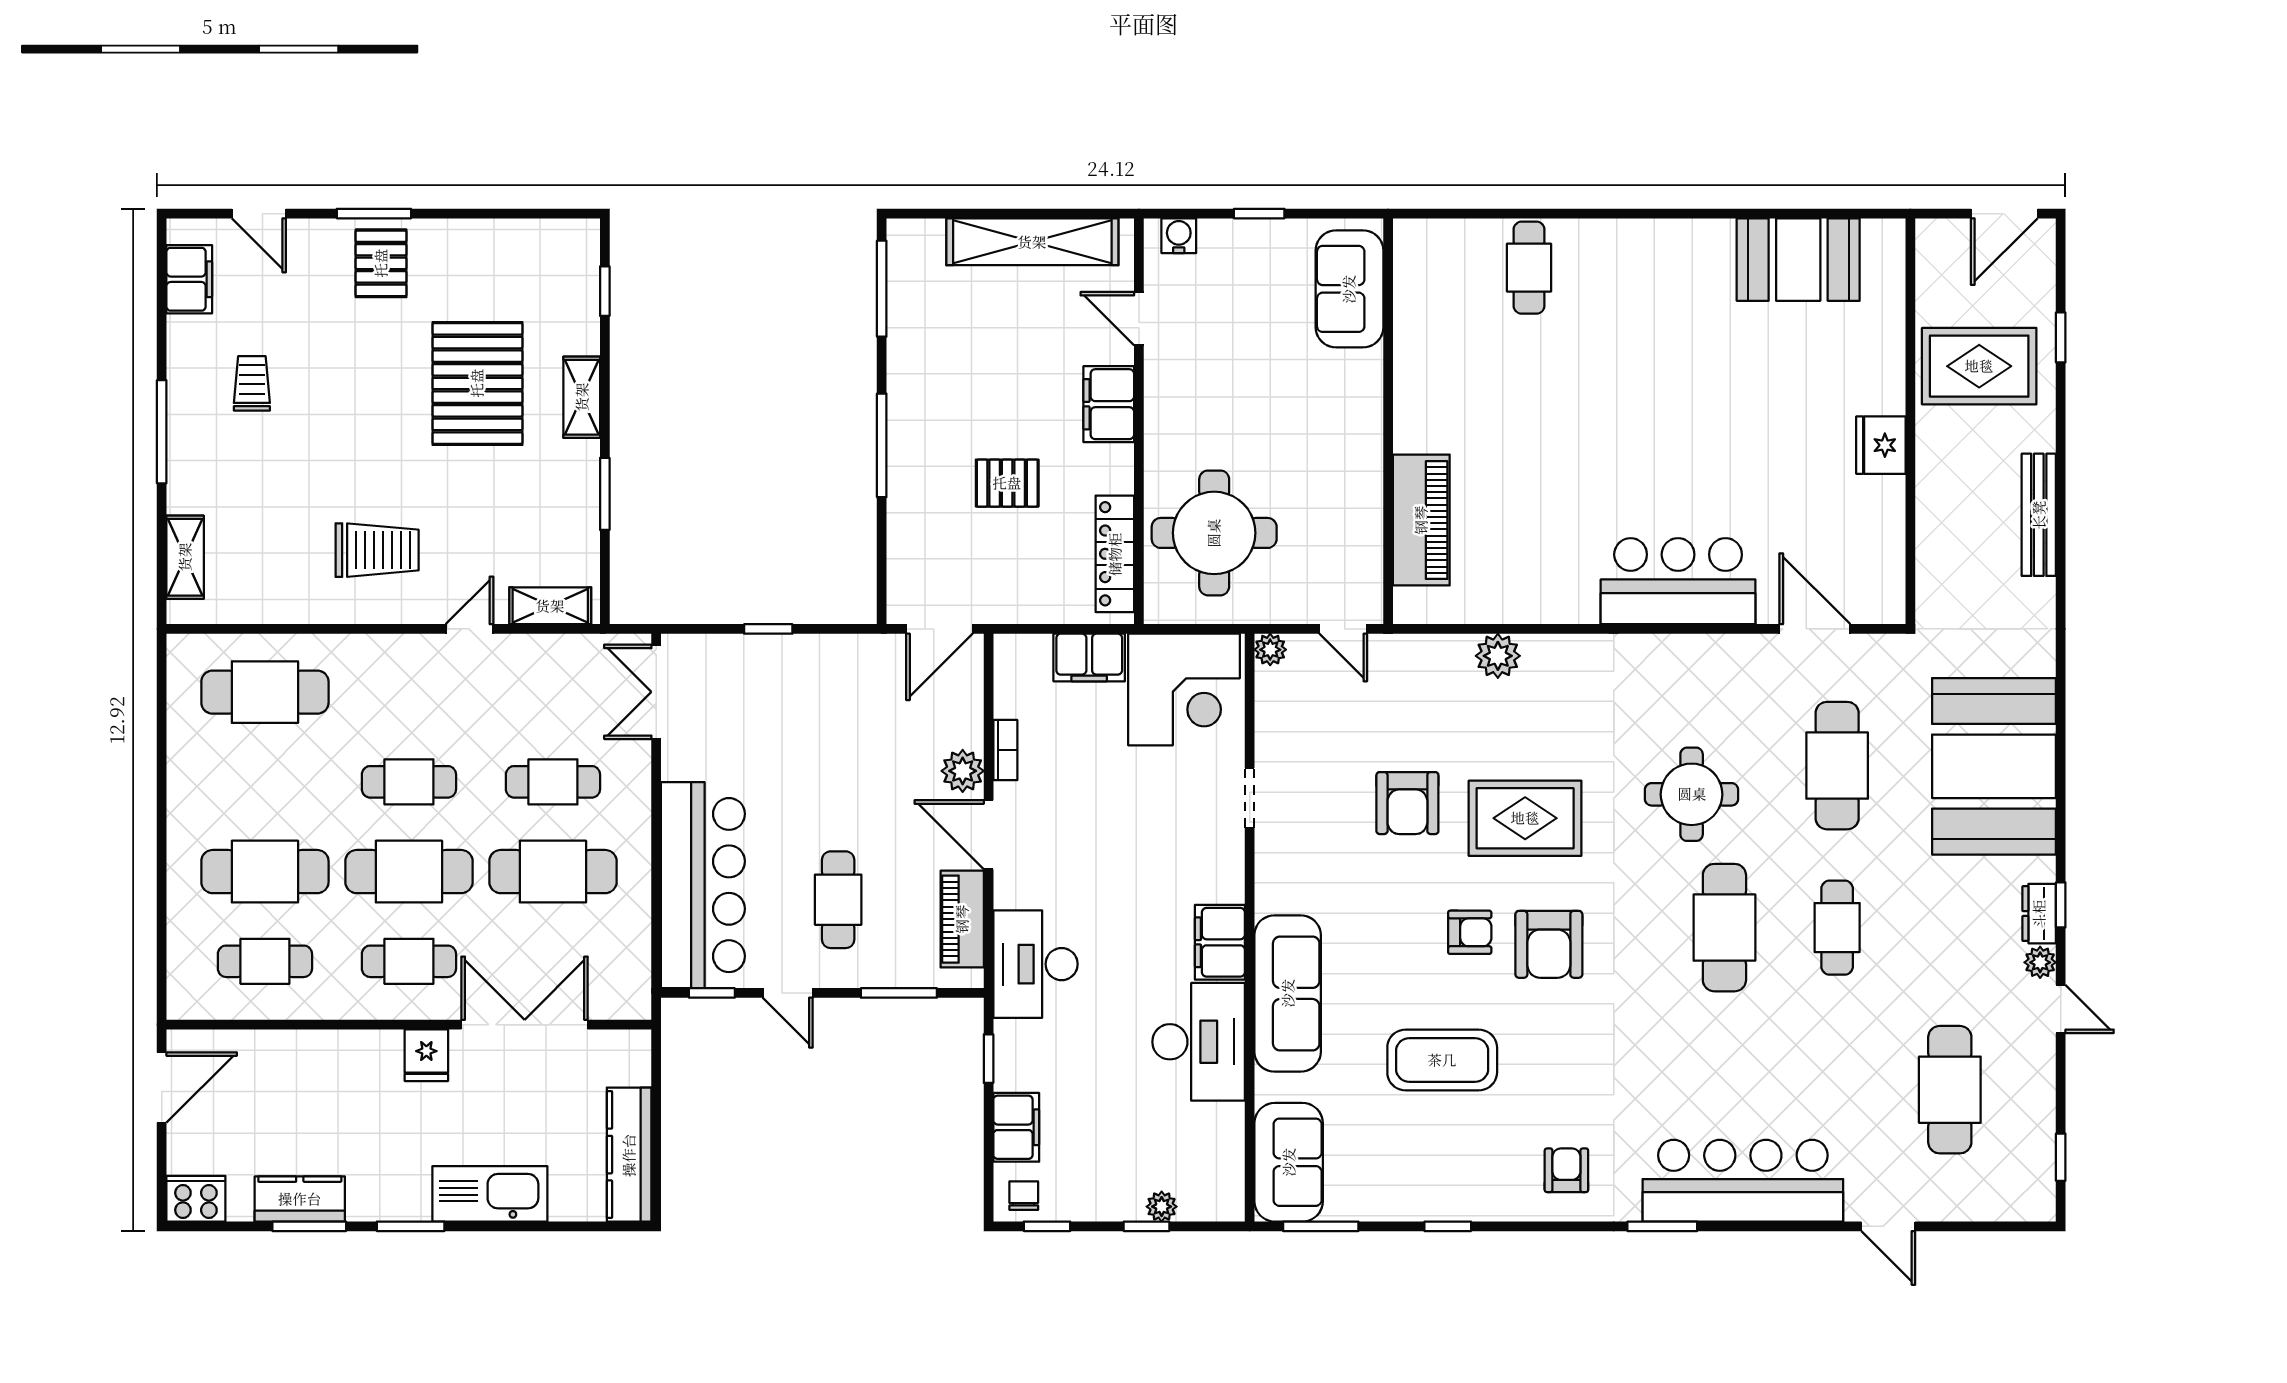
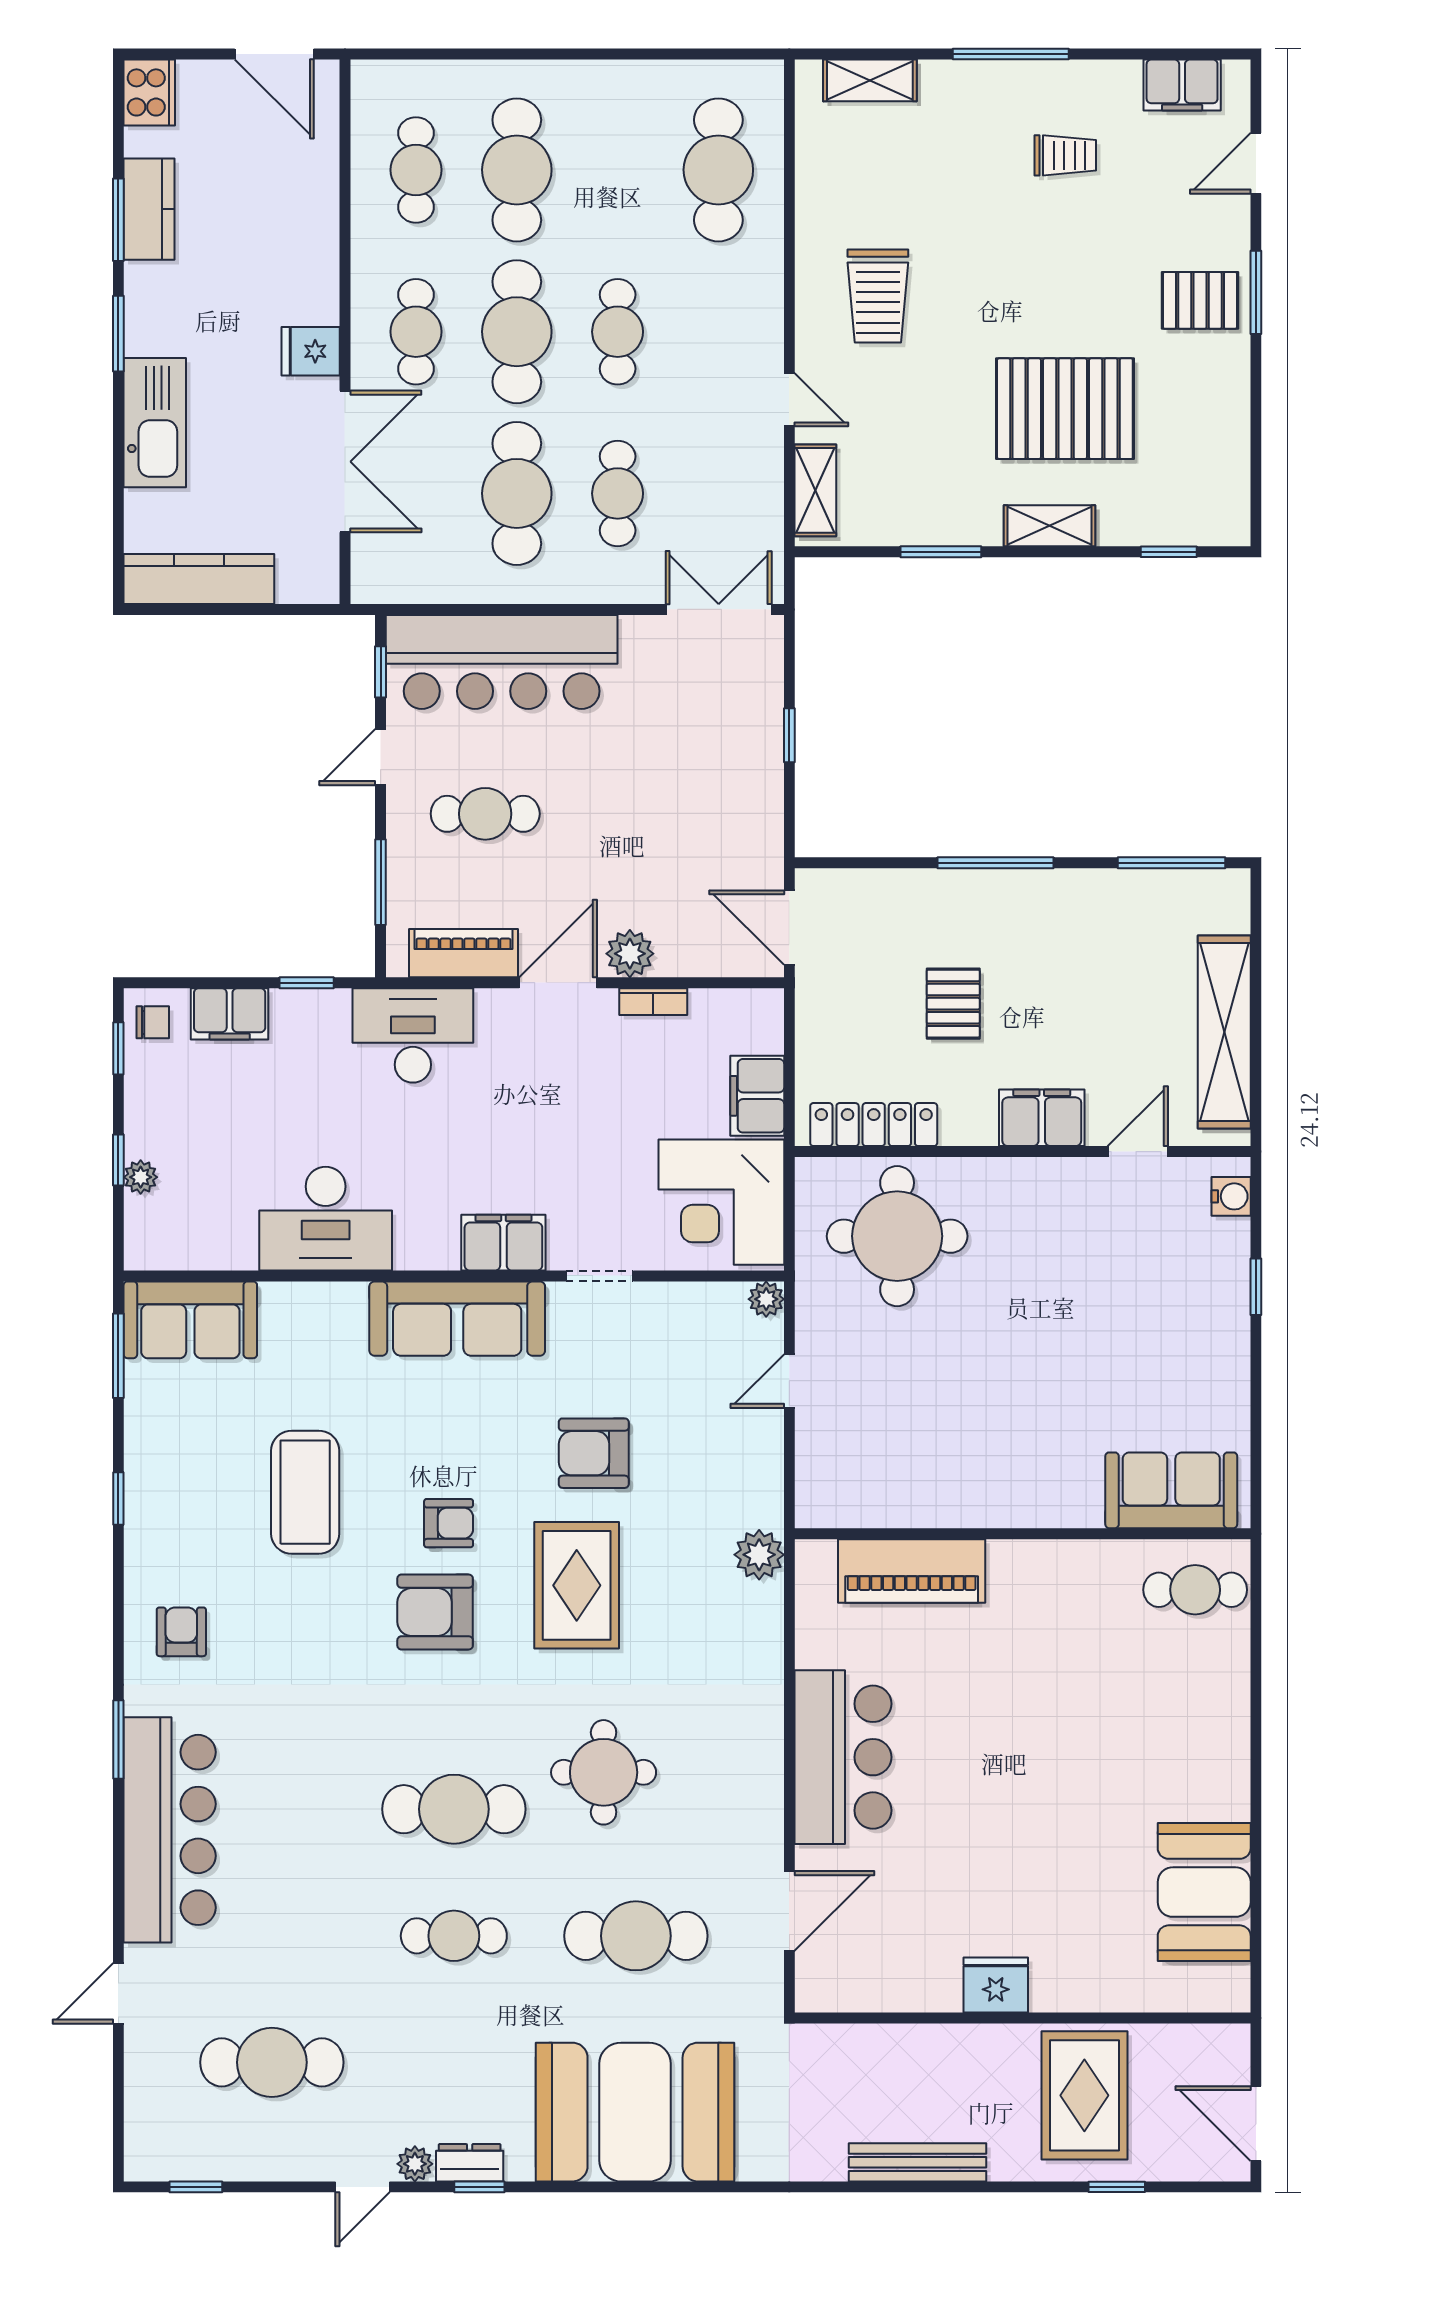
sofa: (1349, 289) -> (1171, 1490), moved
wall: (1388, 421) -> (1023, 1534), moved
piano: (1421, 520) -> (912, 1571), moved
armchair: (1470, 932) -> (449, 1523), turned -90
filing cabinet: (1220, 942) -> (503, 1243), moved
sofa: (1288, 993) -> (457, 1319), moved
armchair: (1566, 1170) -> (181, 1632), turned -90

